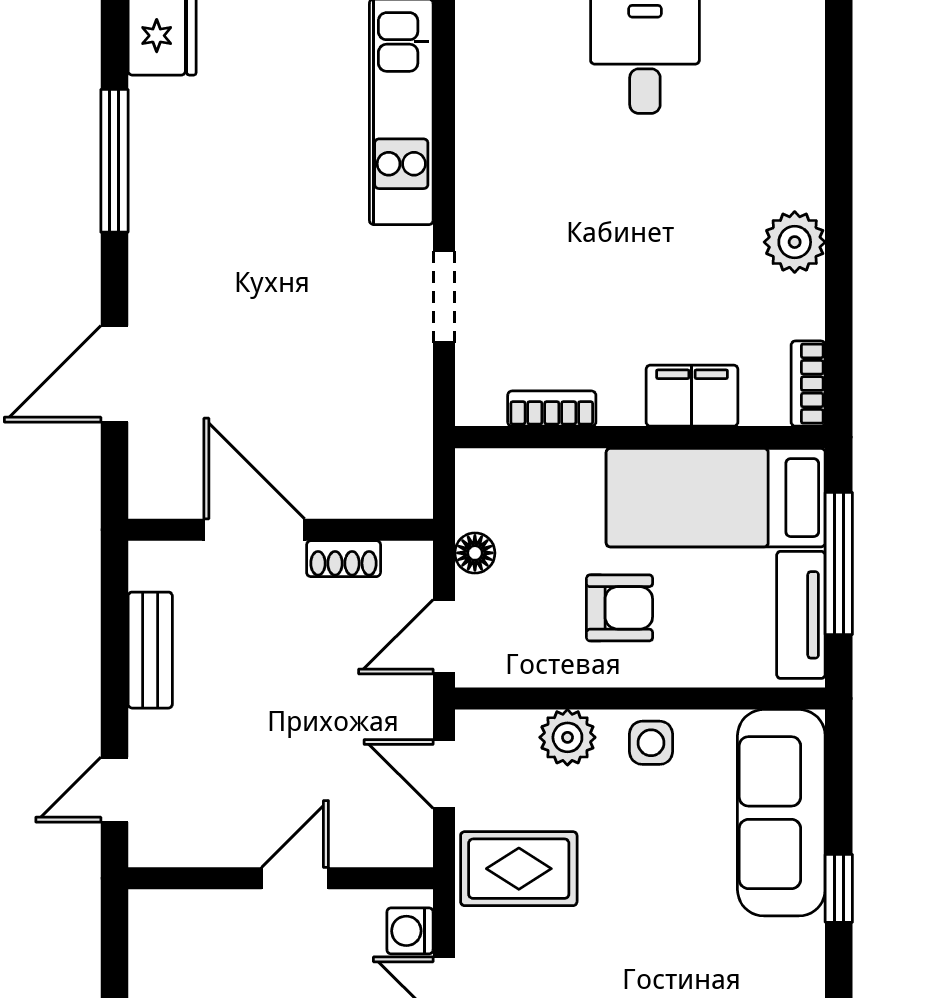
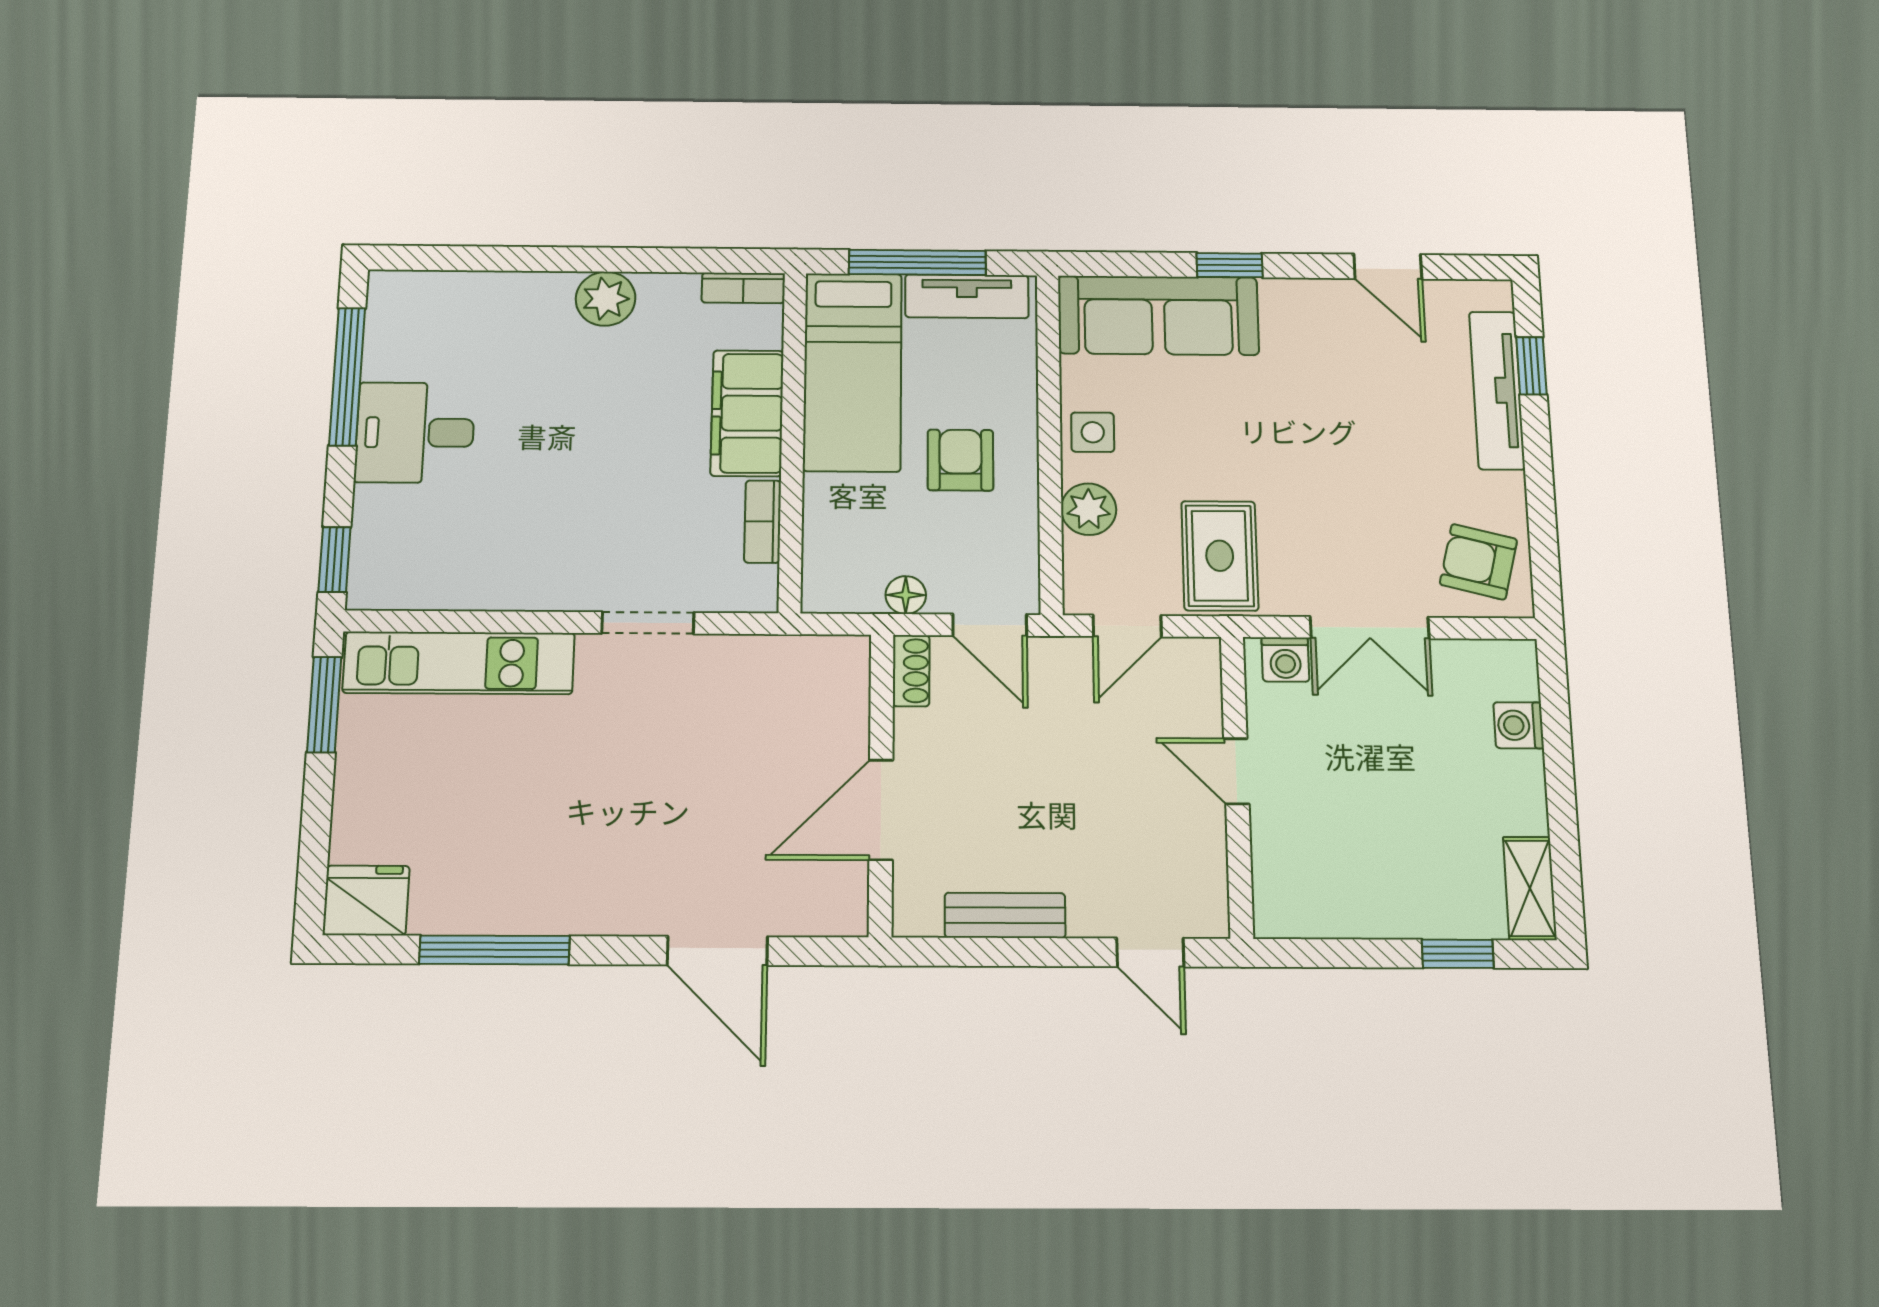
filing cabinet: (692, 396) -> (747, 413), width x1.50, depth x1.17
shoe rack: (344, 559) -> (911, 671), moved

